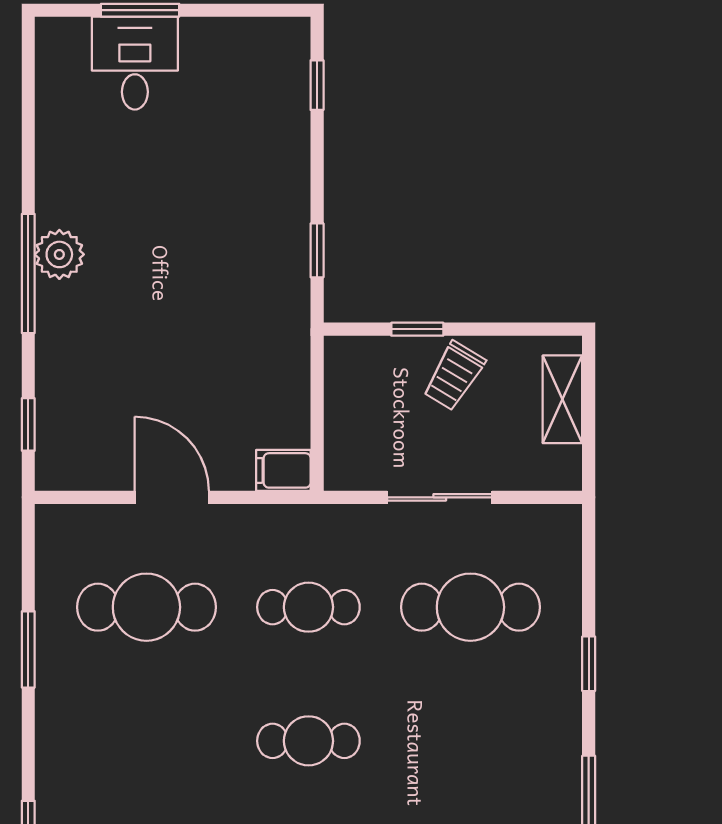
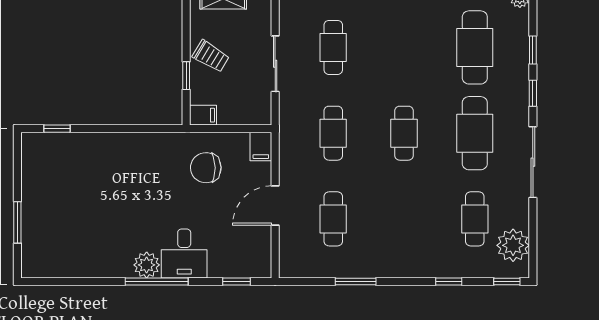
desk: (135, 63) -> (184, 253), moved, turned -90
window: (317, 250) -> (144, 129), removed
filing cabinet: (343, 361) -> (203, 115), added
chair: (243, 366) -> (206, 168), added
cafe table: (146, 607) -> (333, 219), width x0.73, depth x0.74
cafe table: (470, 607) -> (333, 47), width x0.73, depth x0.74

